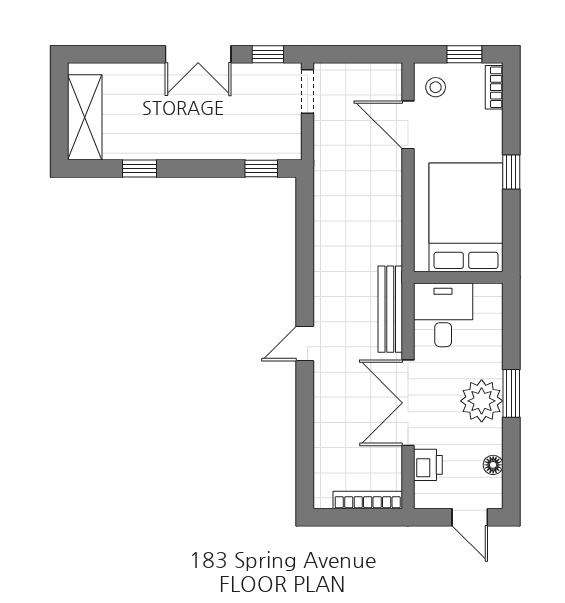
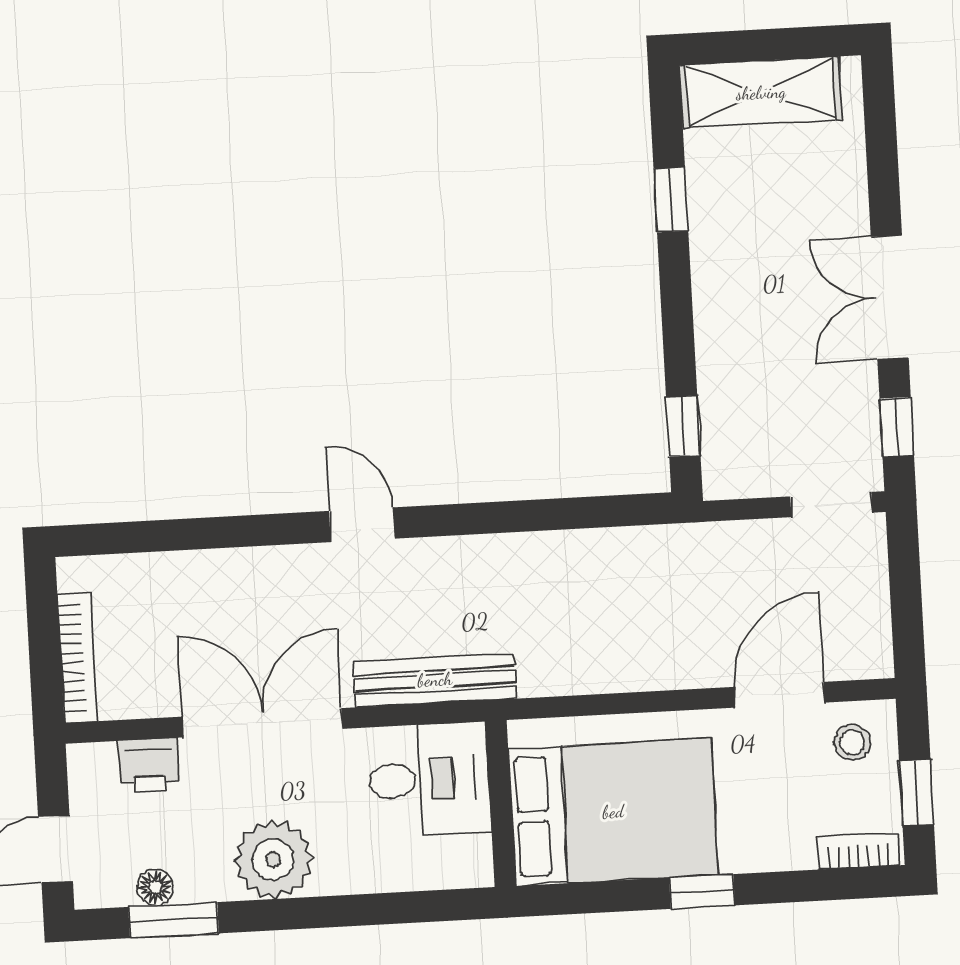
window: (511, 393) -> (174, 920), moved

